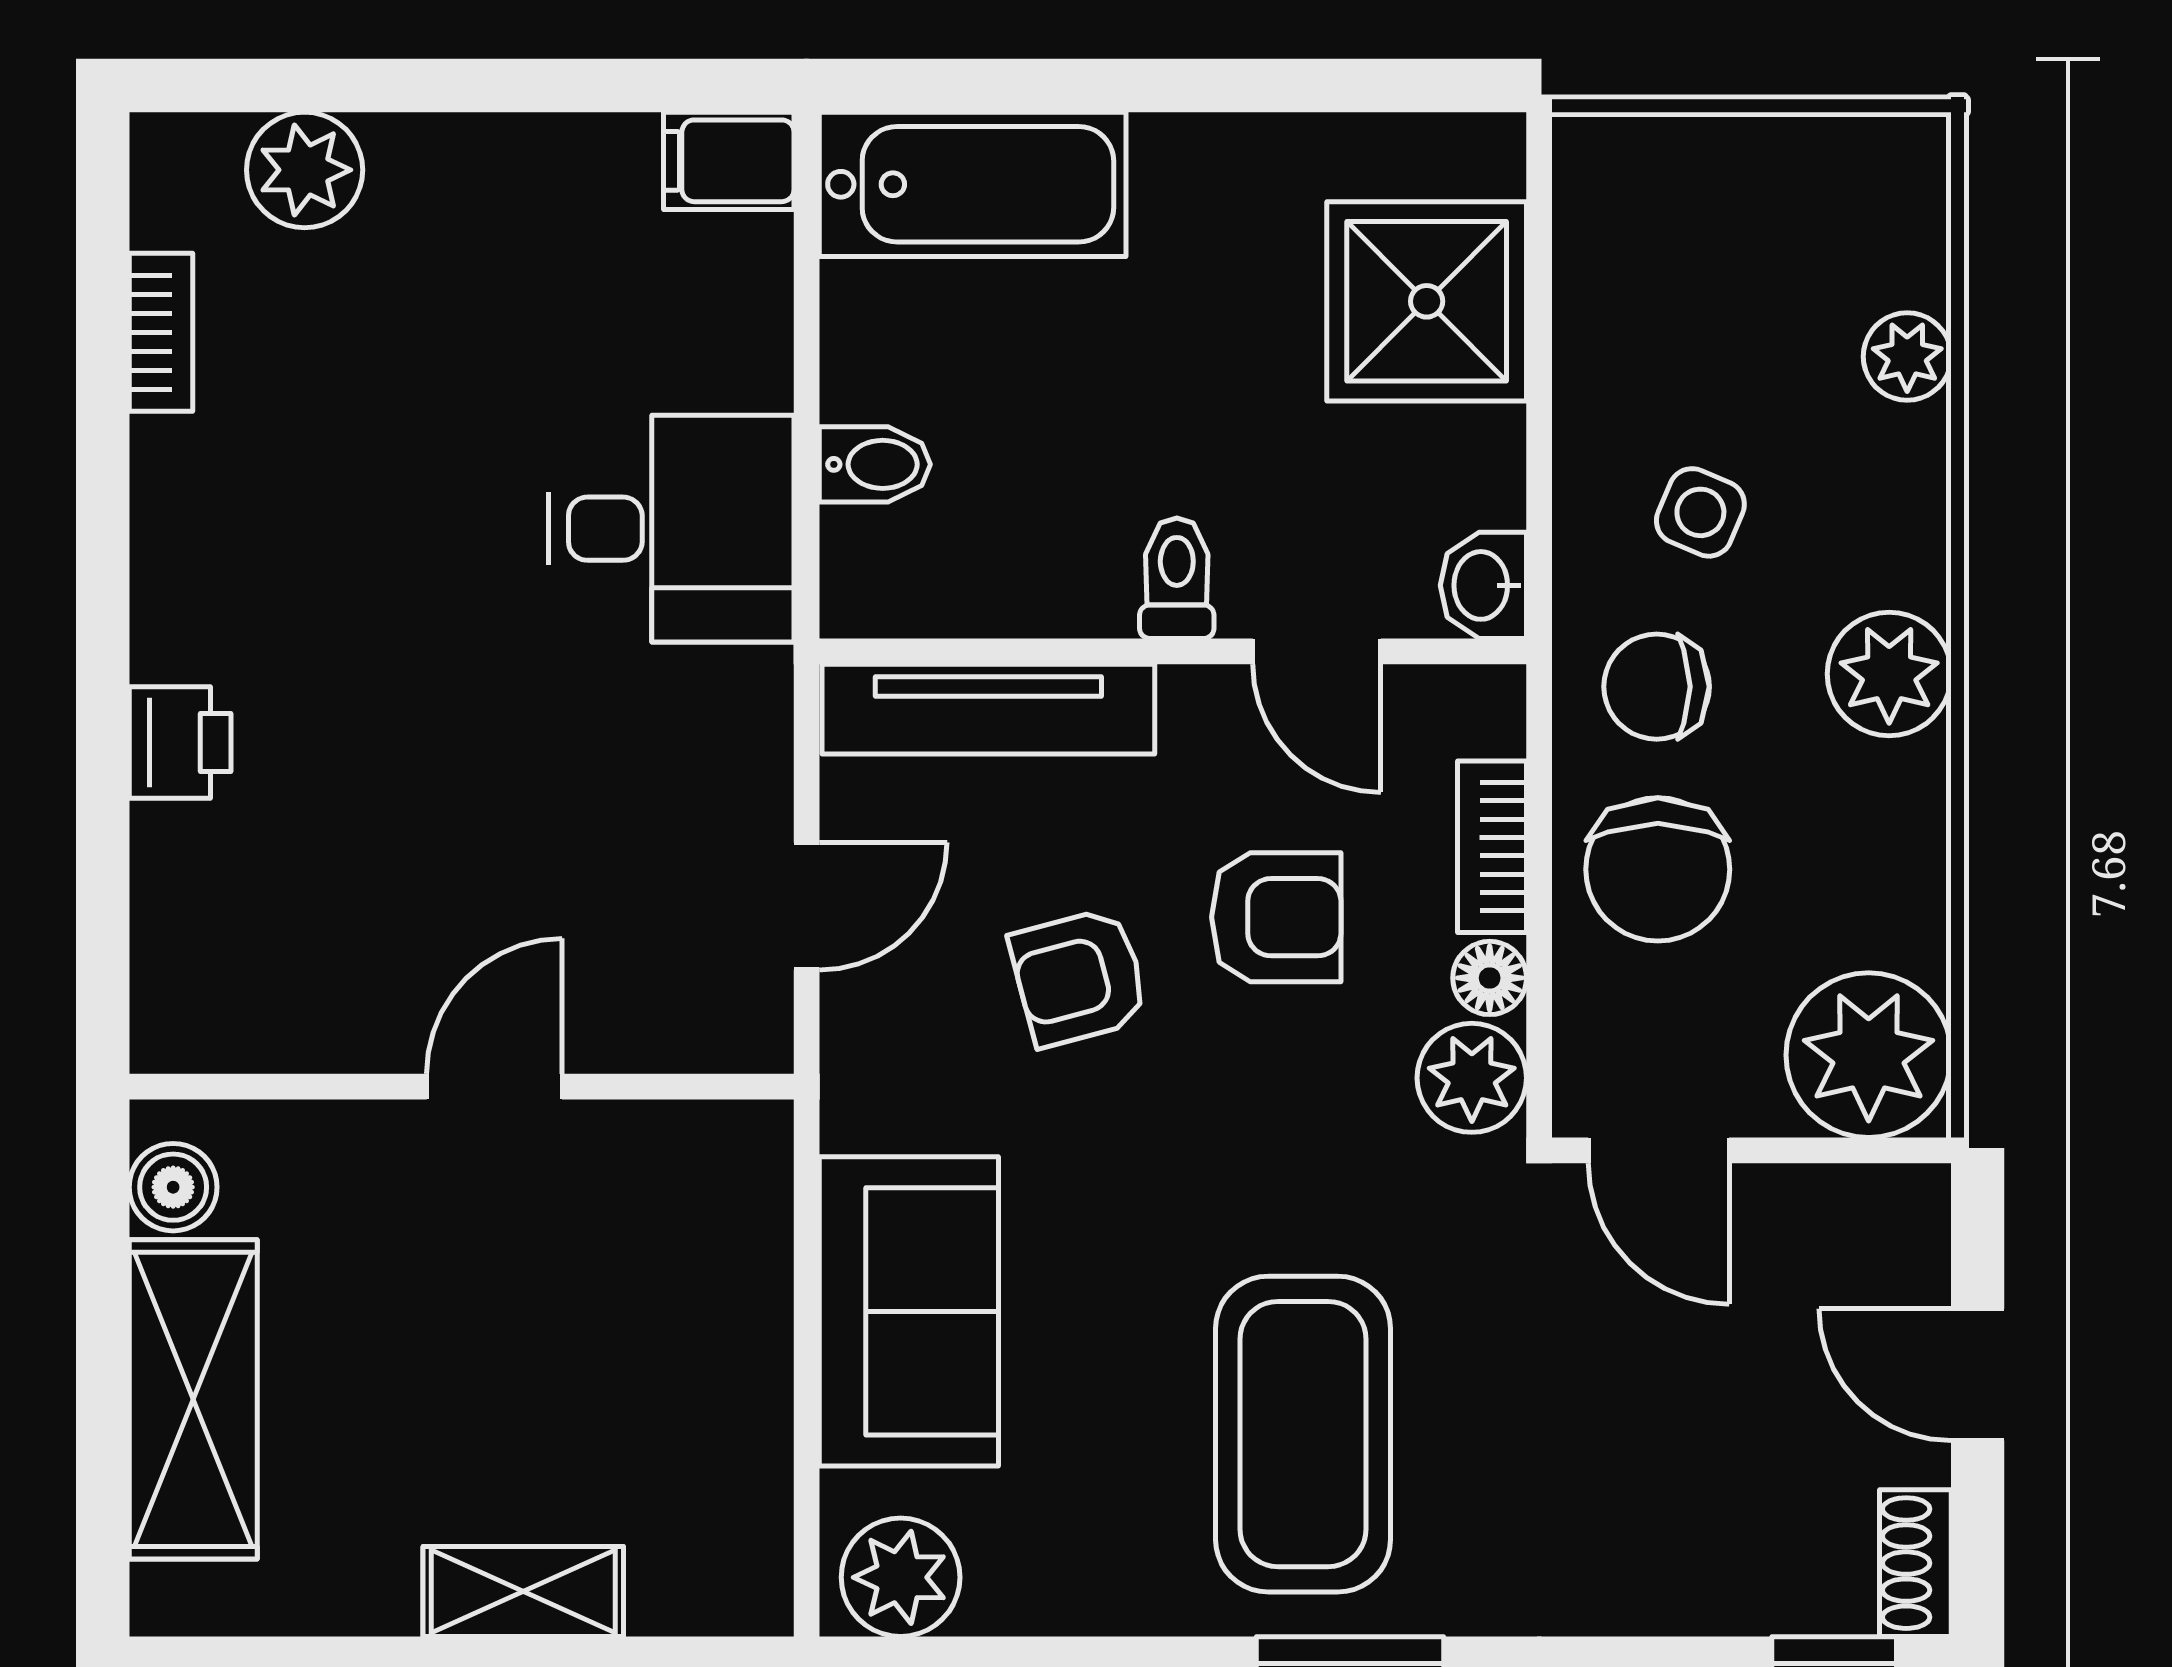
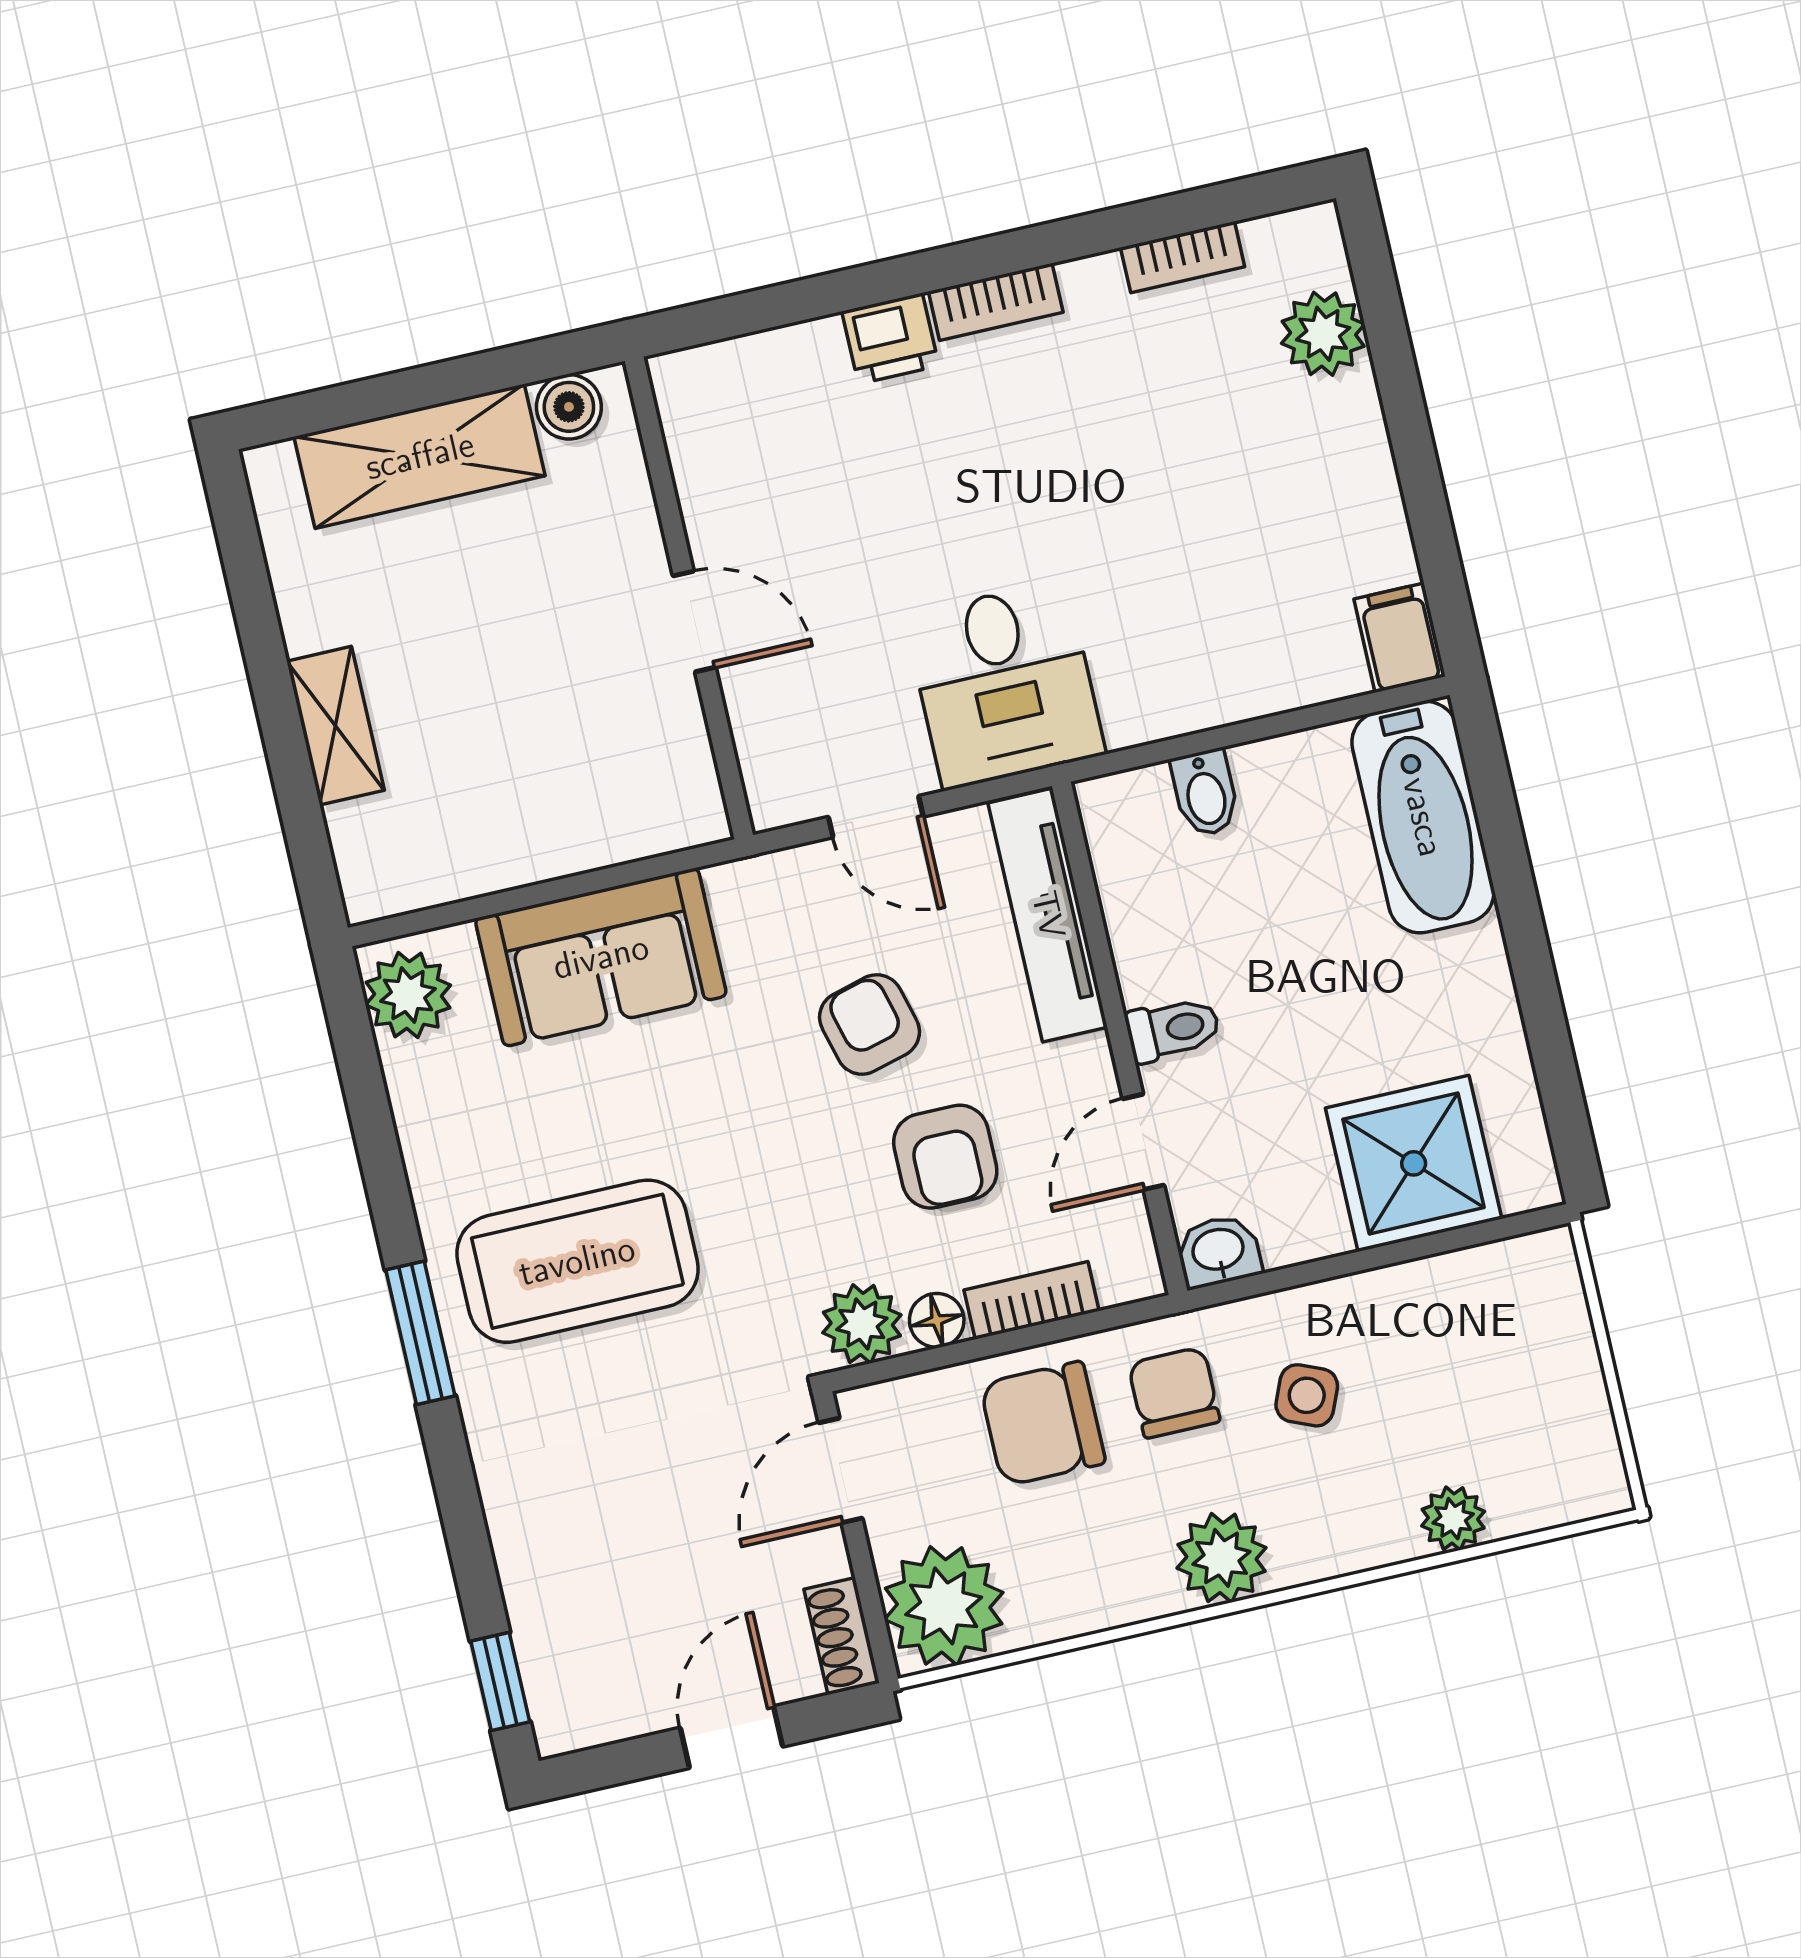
desk: (671, 529) -> (1005, 685), moved
bookcase: (164, 592) -> (996, 302), added
shoe rack: (1915, 1563) -> (842, 1636), moved, turned -90

